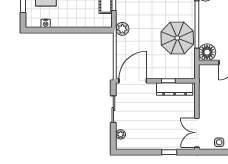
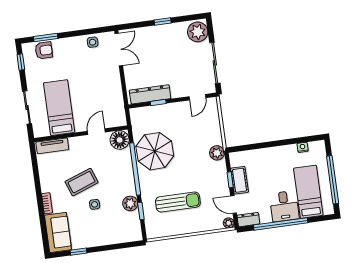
door: (133, 81) -> (197, 97), width x0.53
sliding door: (113, 109) -> (215, 63), width x1.37
plant: (121, 134) -> (198, 32), width x1.88, depth x1.88
window: (169, 152) -> (163, 22), moved

